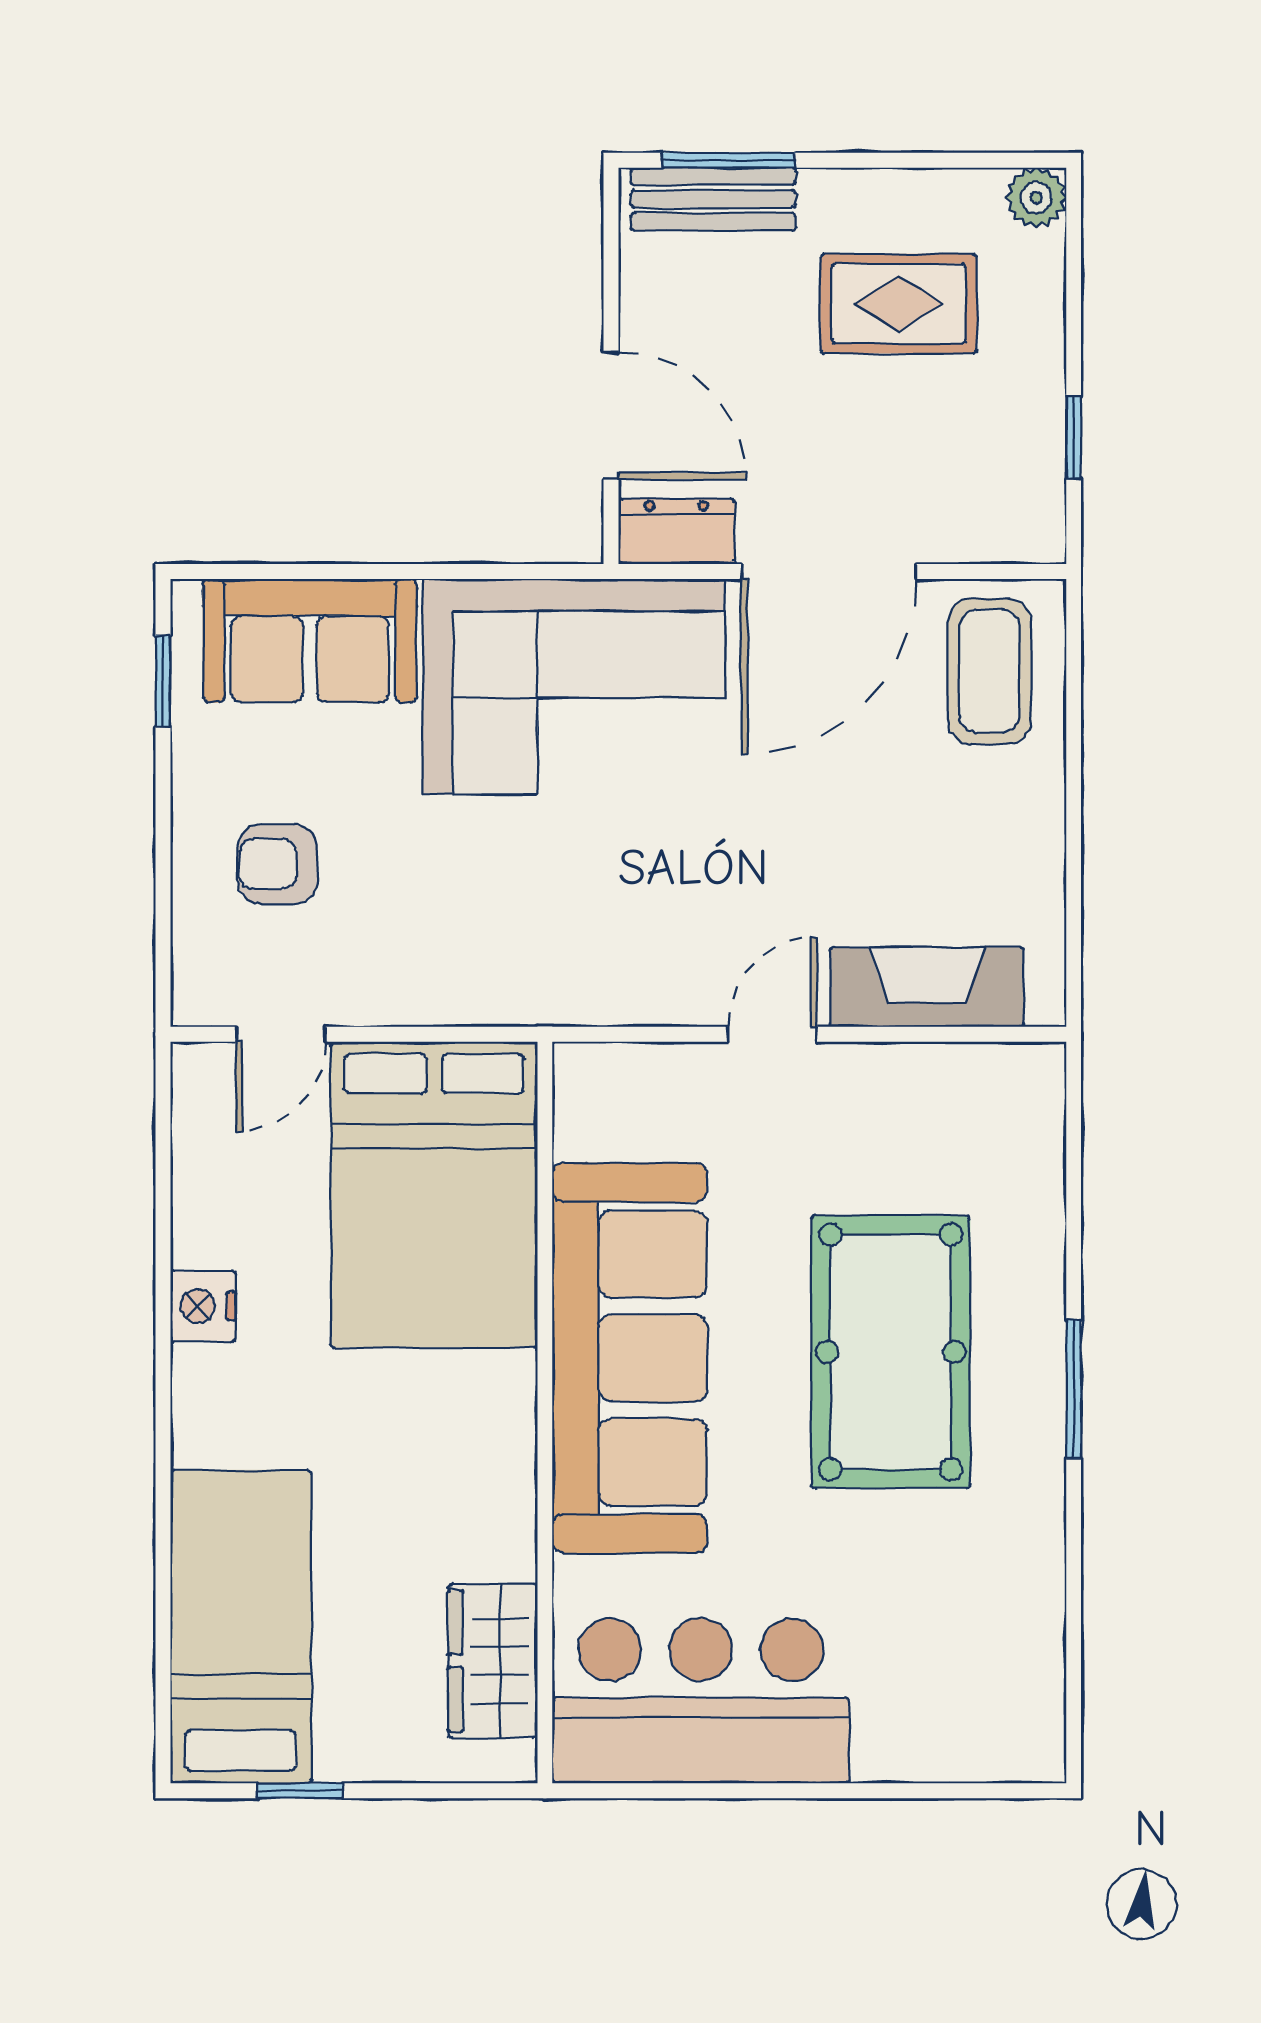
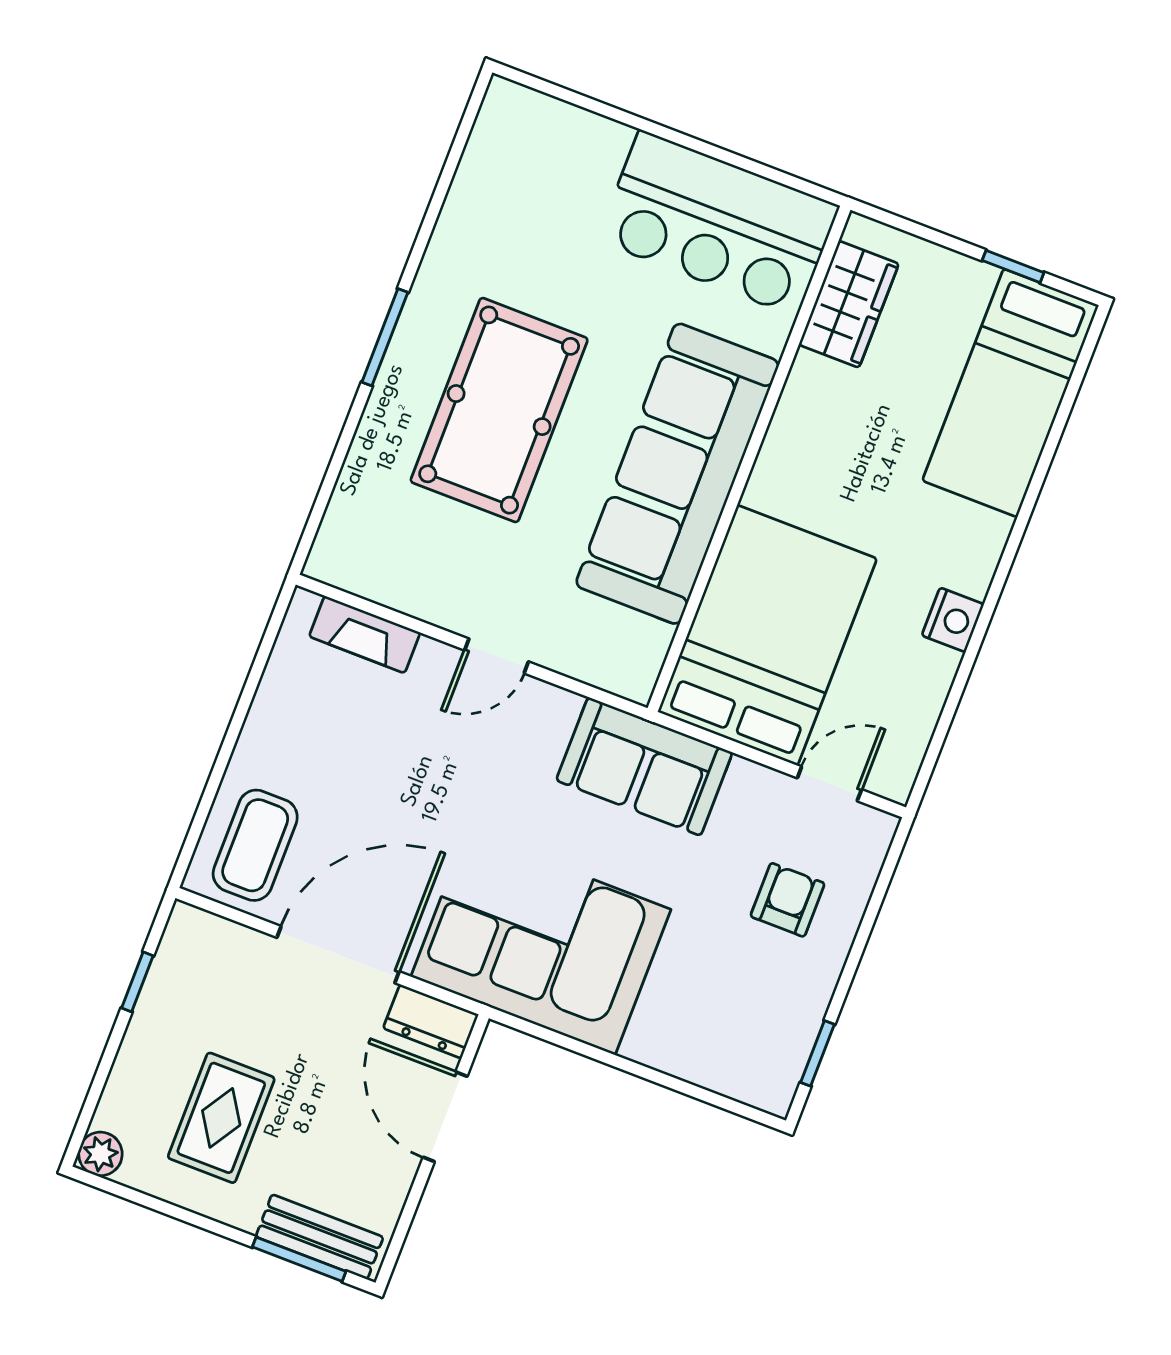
rug: (899, 304) -> (221, 1118), turned 90
sofa: (310, 641) -> (644, 766), moved, turned 180
armchair: (277, 864) -> (788, 900), turned -90
fireplace: (927, 987) -> (365, 634), width x0.73, depth x0.76

